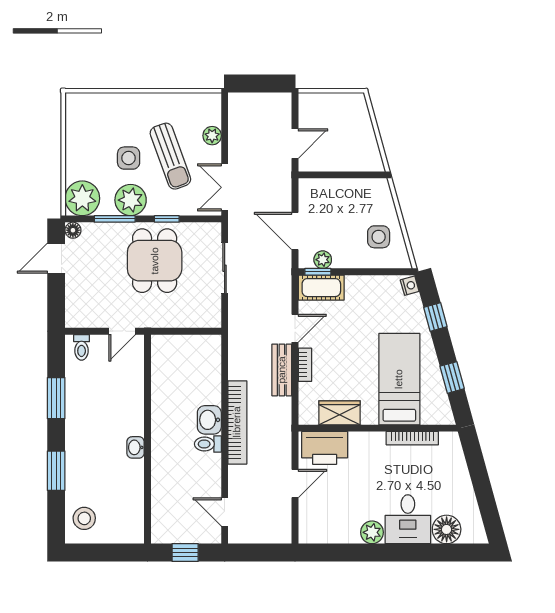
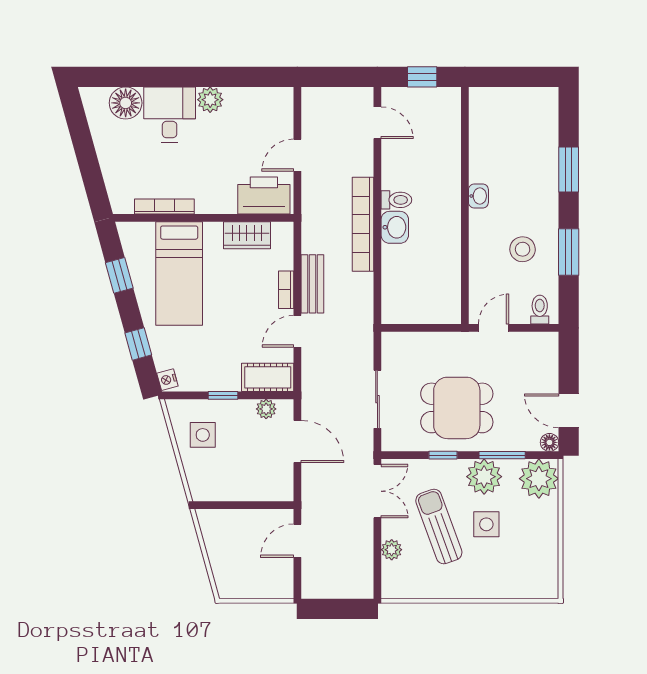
door: (56, 258) -> (569, 411), swing flipped
dining table: (155, 261) -> (457, 408), turned 90
window: (318, 272) -> (223, 395), moved
stool: (84, 518) -> (523, 249), moved

